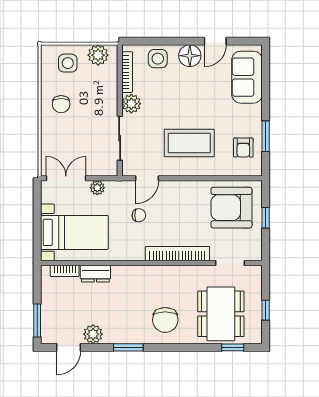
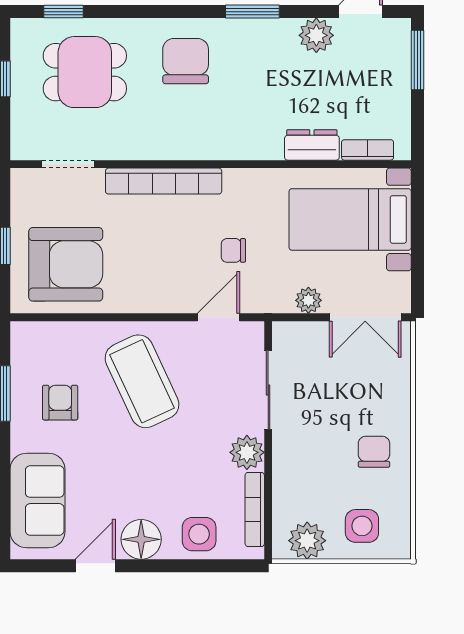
coffee table: (189, 143) -> (142, 381), turned 65
armchair: (243, 148) -> (60, 403), moved
dining table: (221, 314) -> (85, 72), width x0.73

